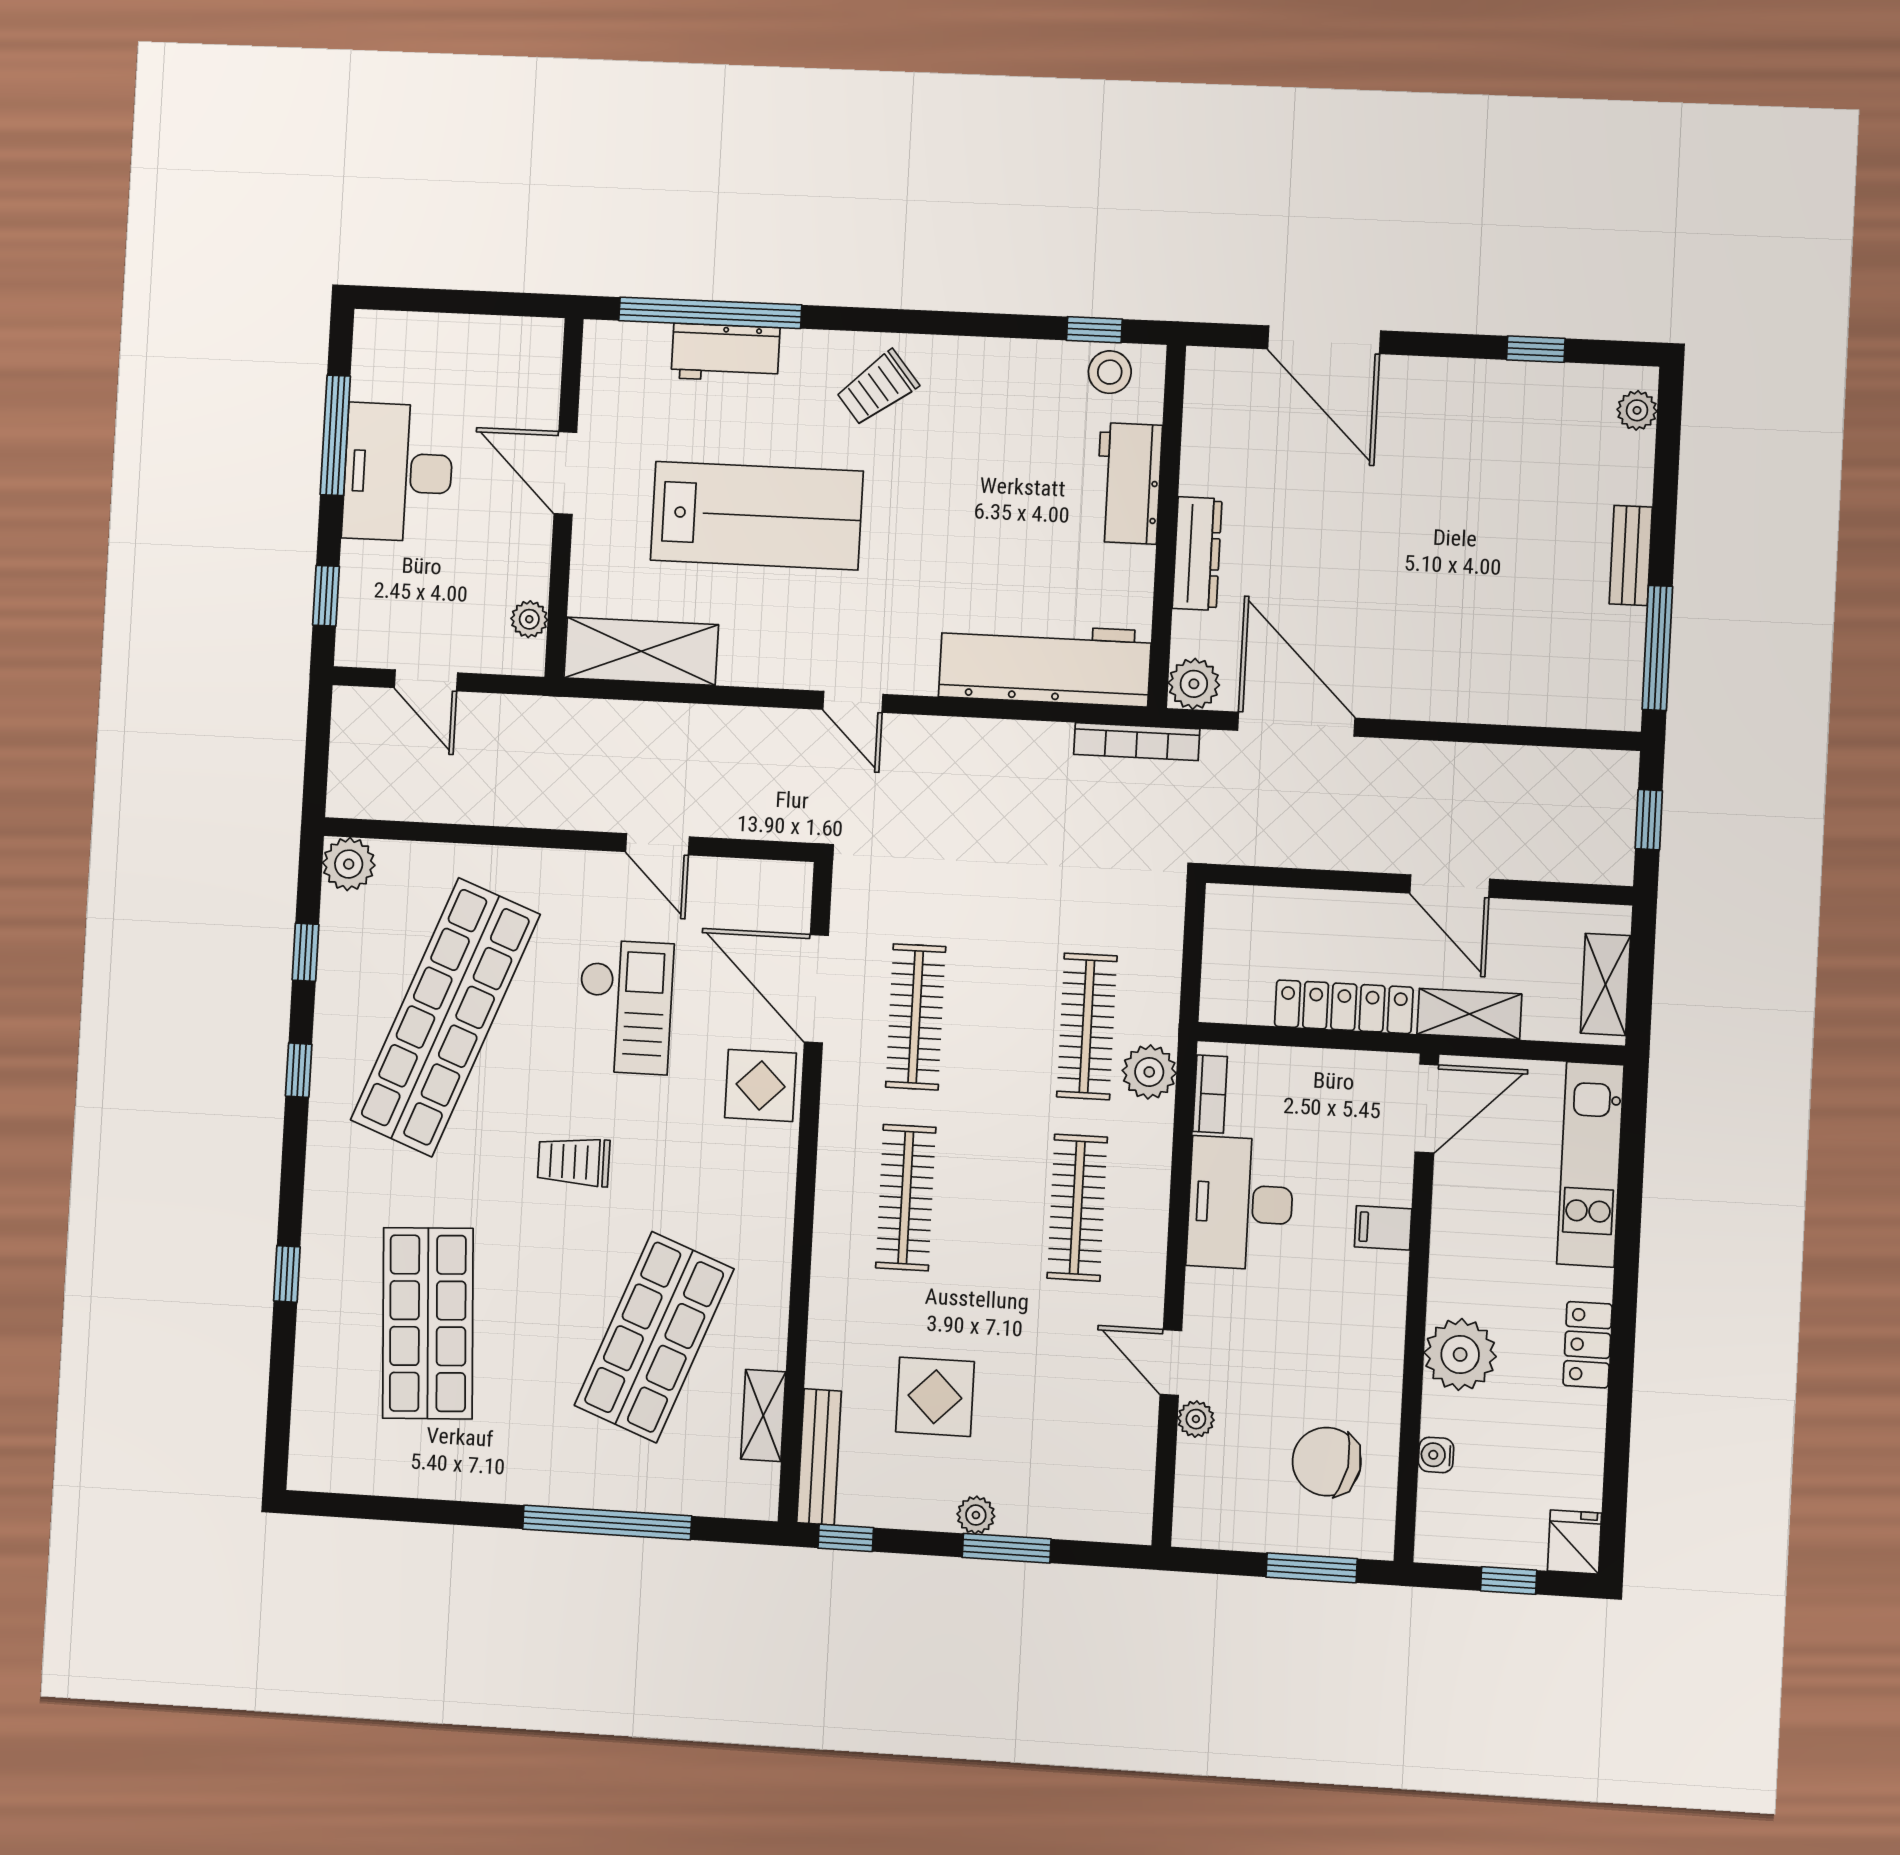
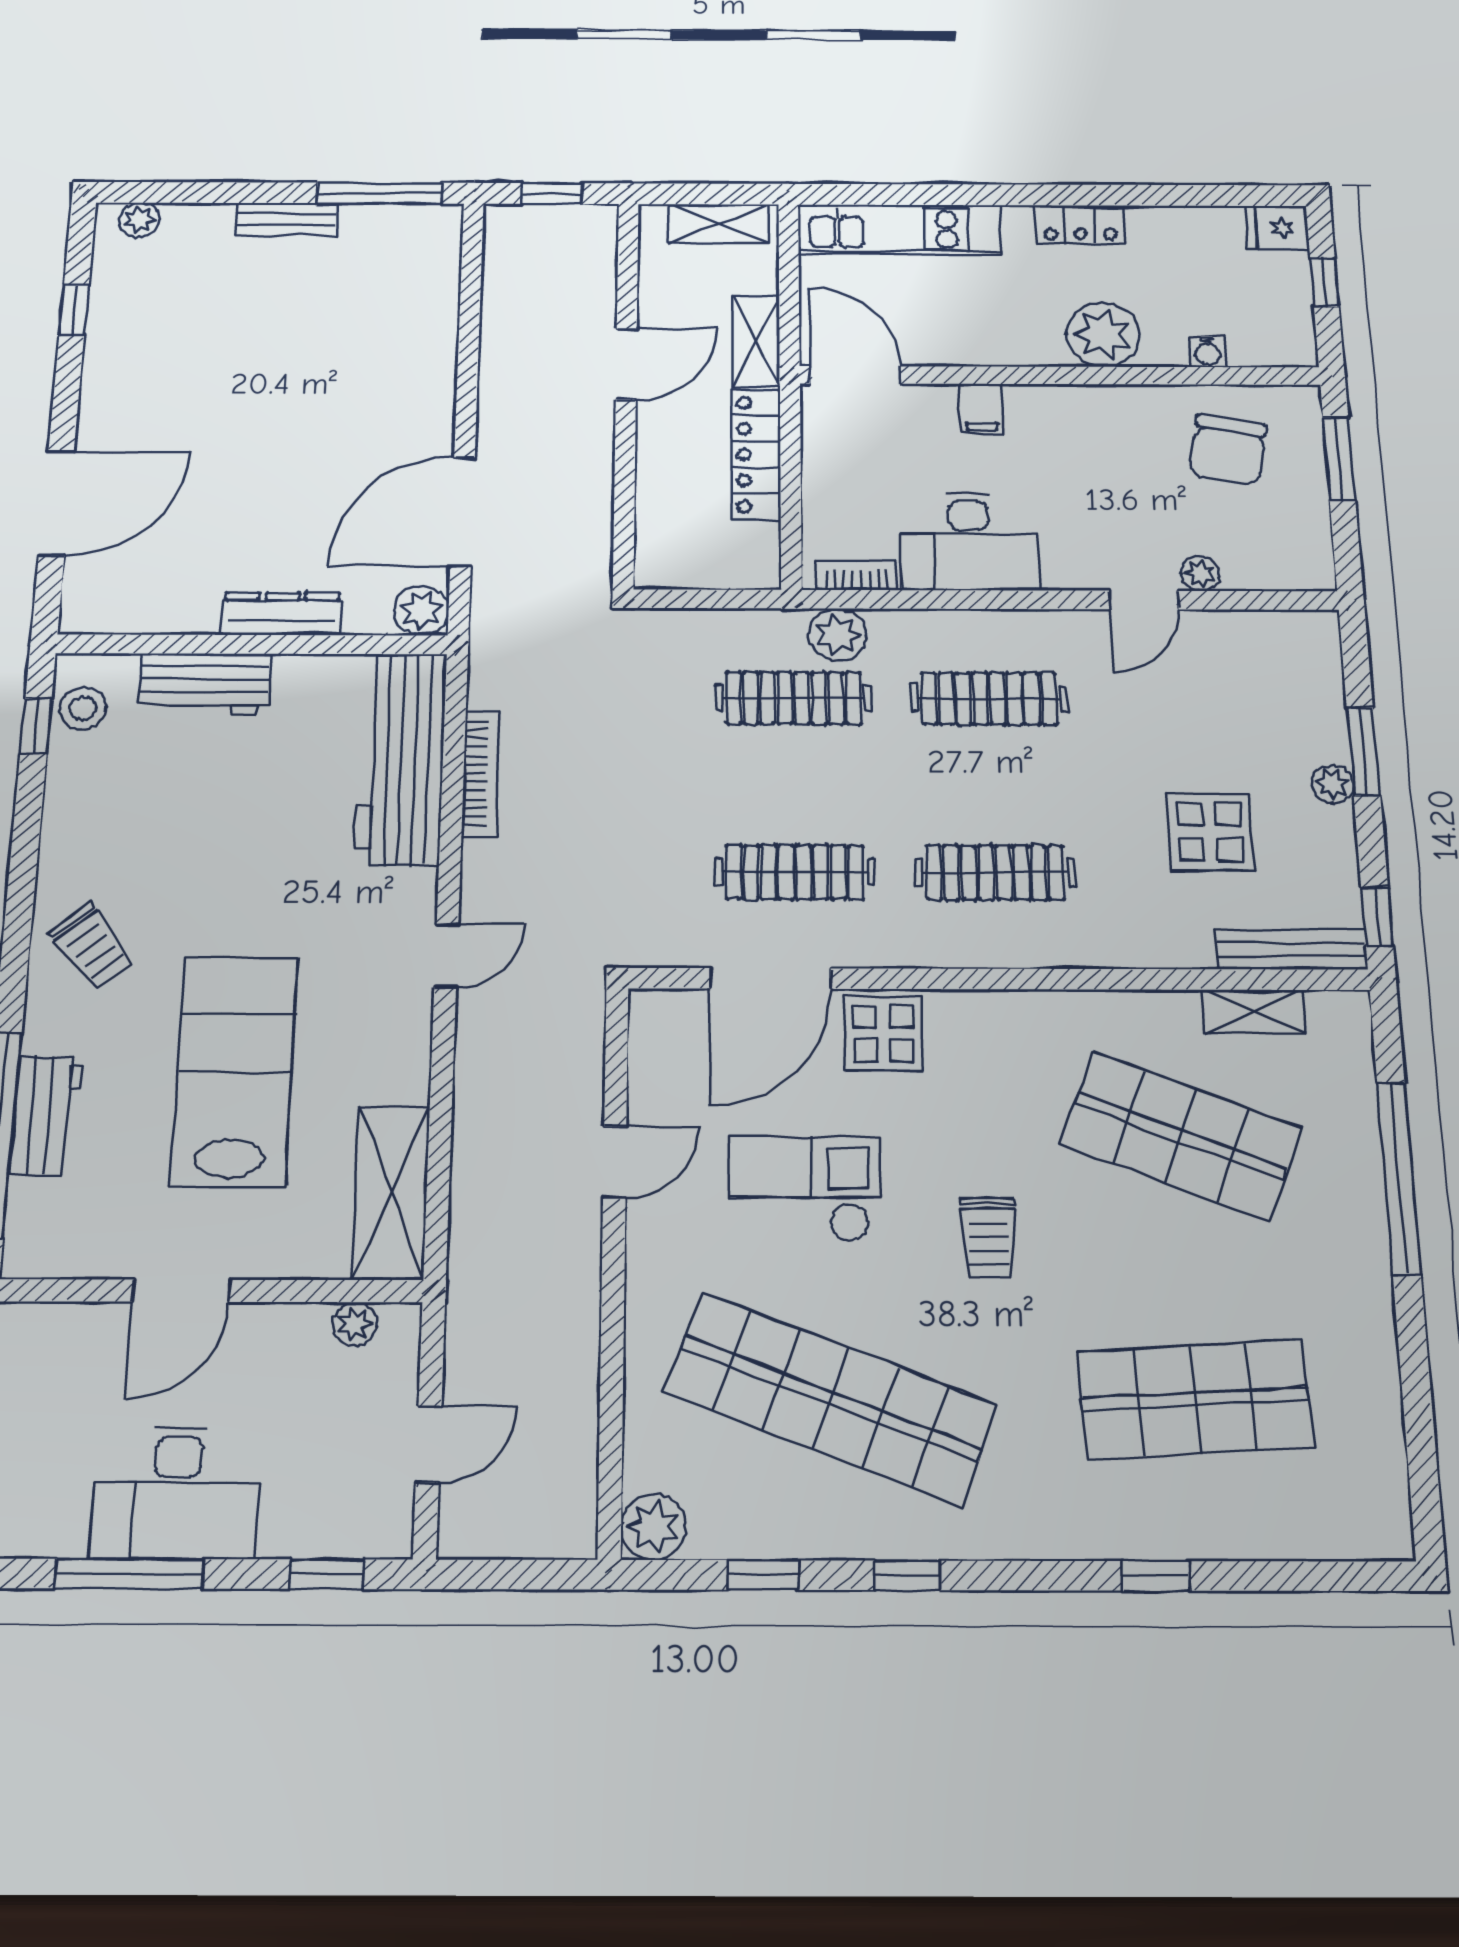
bookcase: (1137, 742) -> (481, 773), moved

